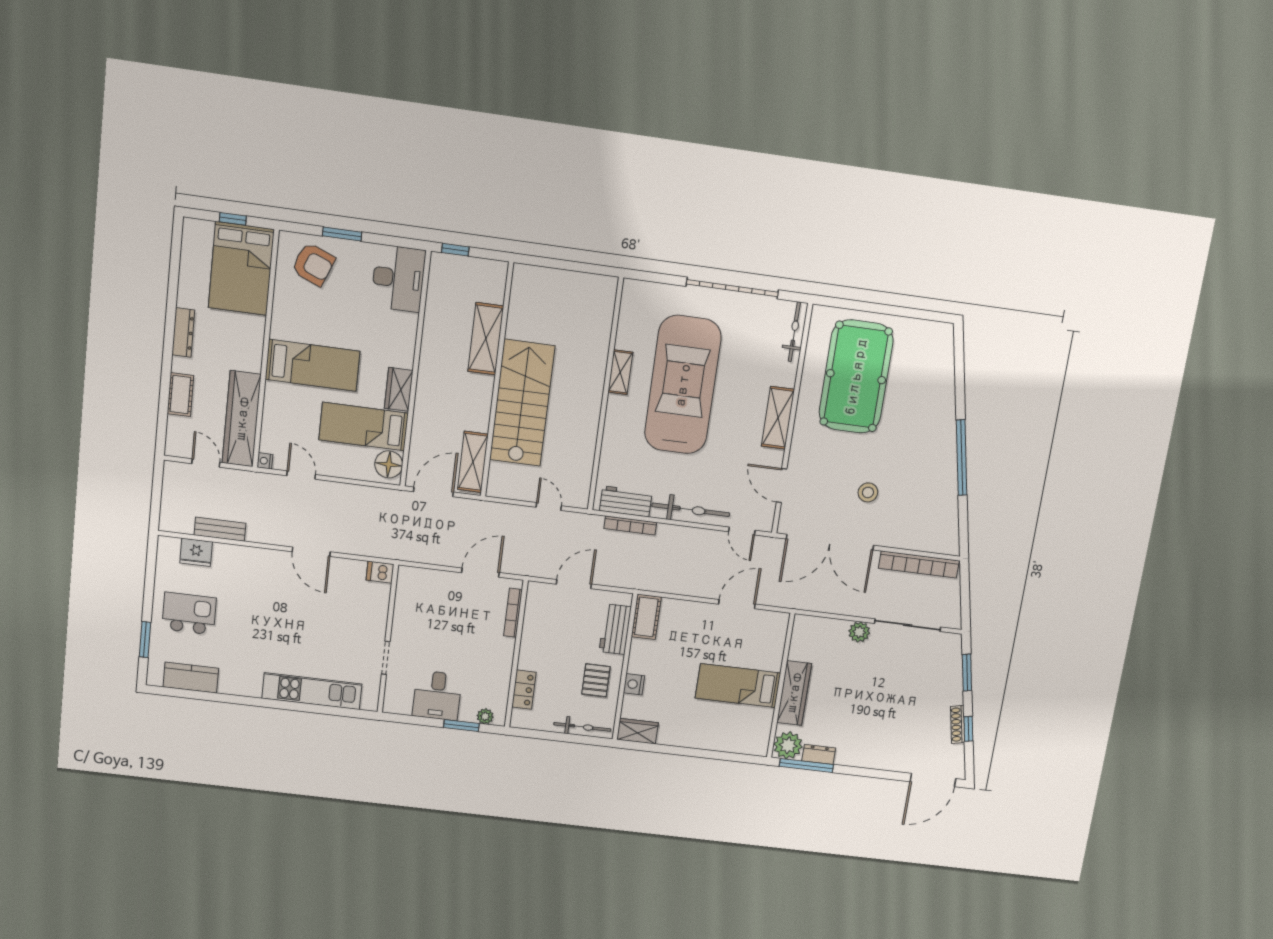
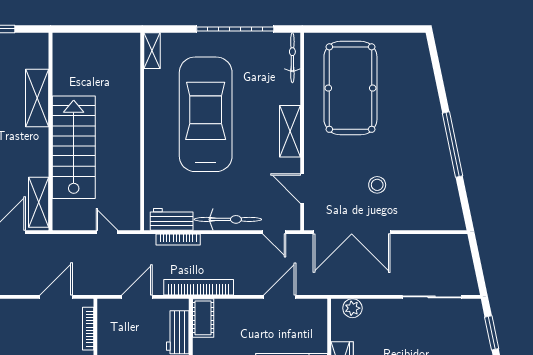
shelving: (620, 372) -> (152, 51), moved
bookcase: (919, 564) -> (199, 287), moved, turned 180
plant: (859, 632) -> (352, 308), moved

